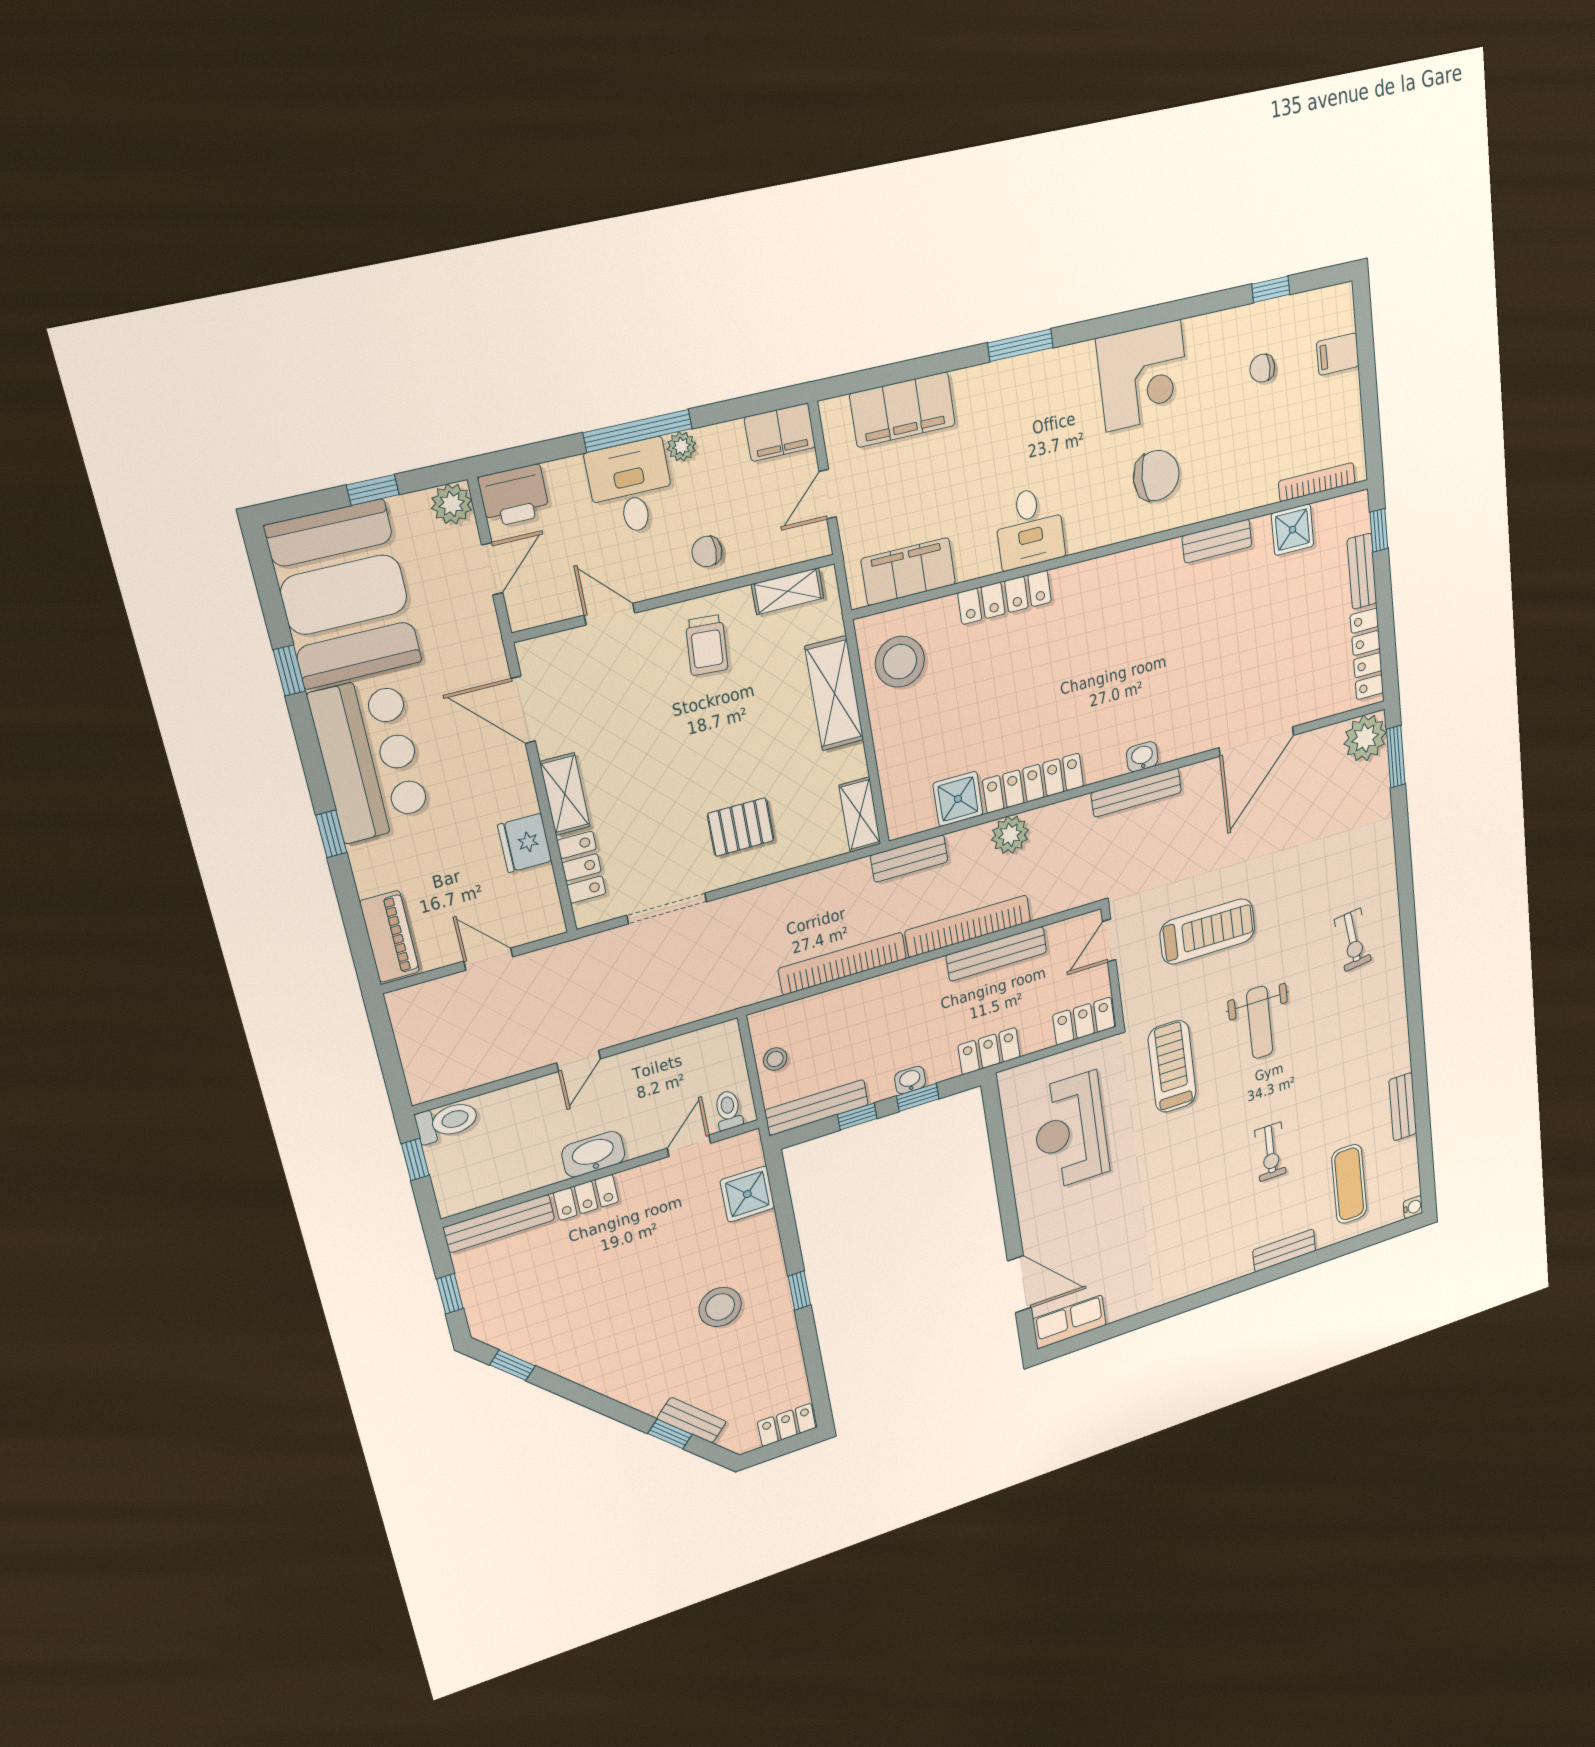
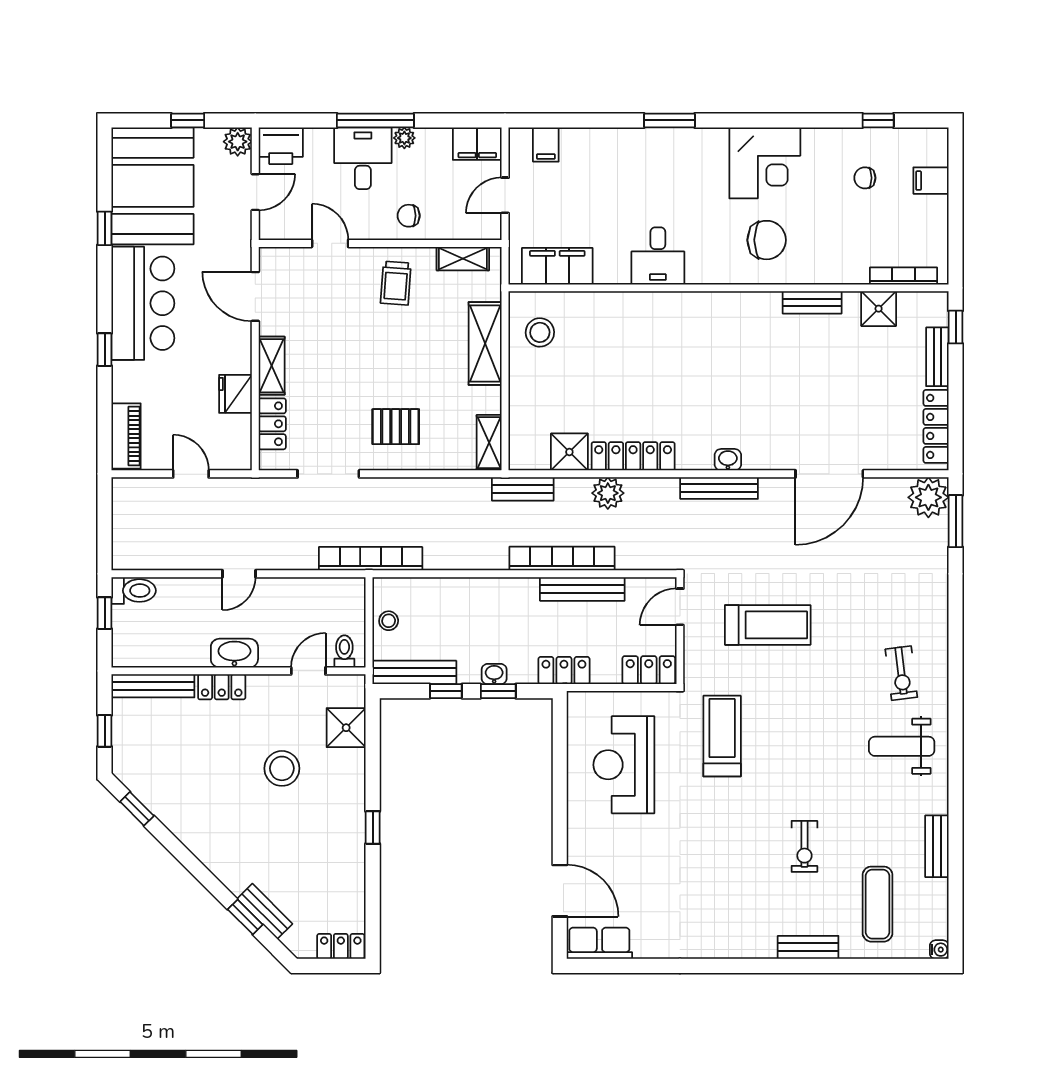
filing cabinet: (903, 410) -> (546, 145), width x0.33, depth x0.86
locker: (1005, 597) -> (630, 304), removed
stool: (900, 662) -> (540, 332), width x0.73, depth x0.73
bookcase: (843, 964) -> (371, 559), moved
weight bench: (1260, 1022) -> (902, 746), moved, turned 90
stool: (720, 1307) -> (282, 768), moved

